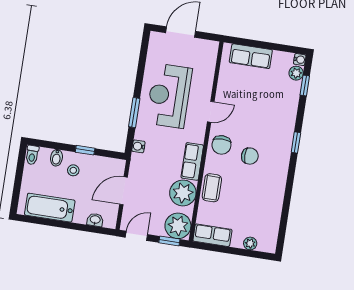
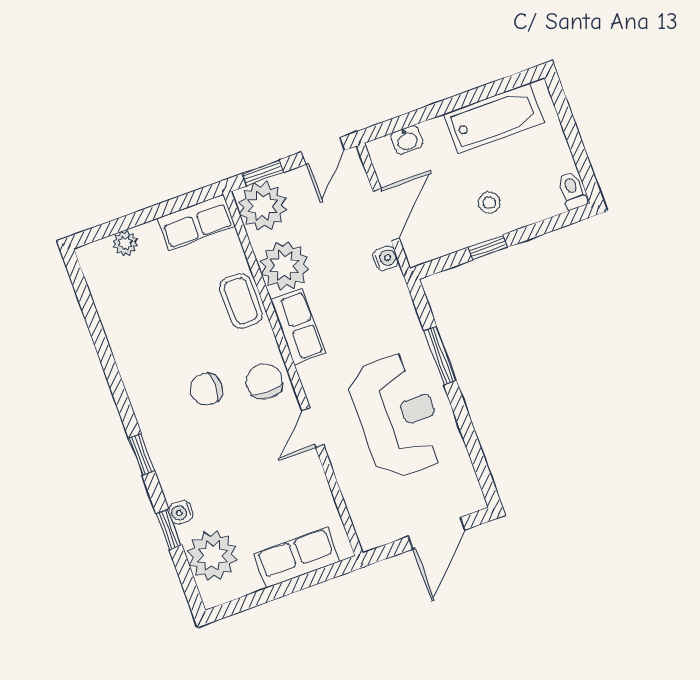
water cooler: (300, 60) -> (181, 512), moved
plant: (296, 73) -> (212, 556), width x1.87, depth x1.87
window: (305, 85) -> (169, 529), moved
water cooler: (138, 146) -> (386, 258), moved
bidet: (56, 158) -> (529, 208), removed

